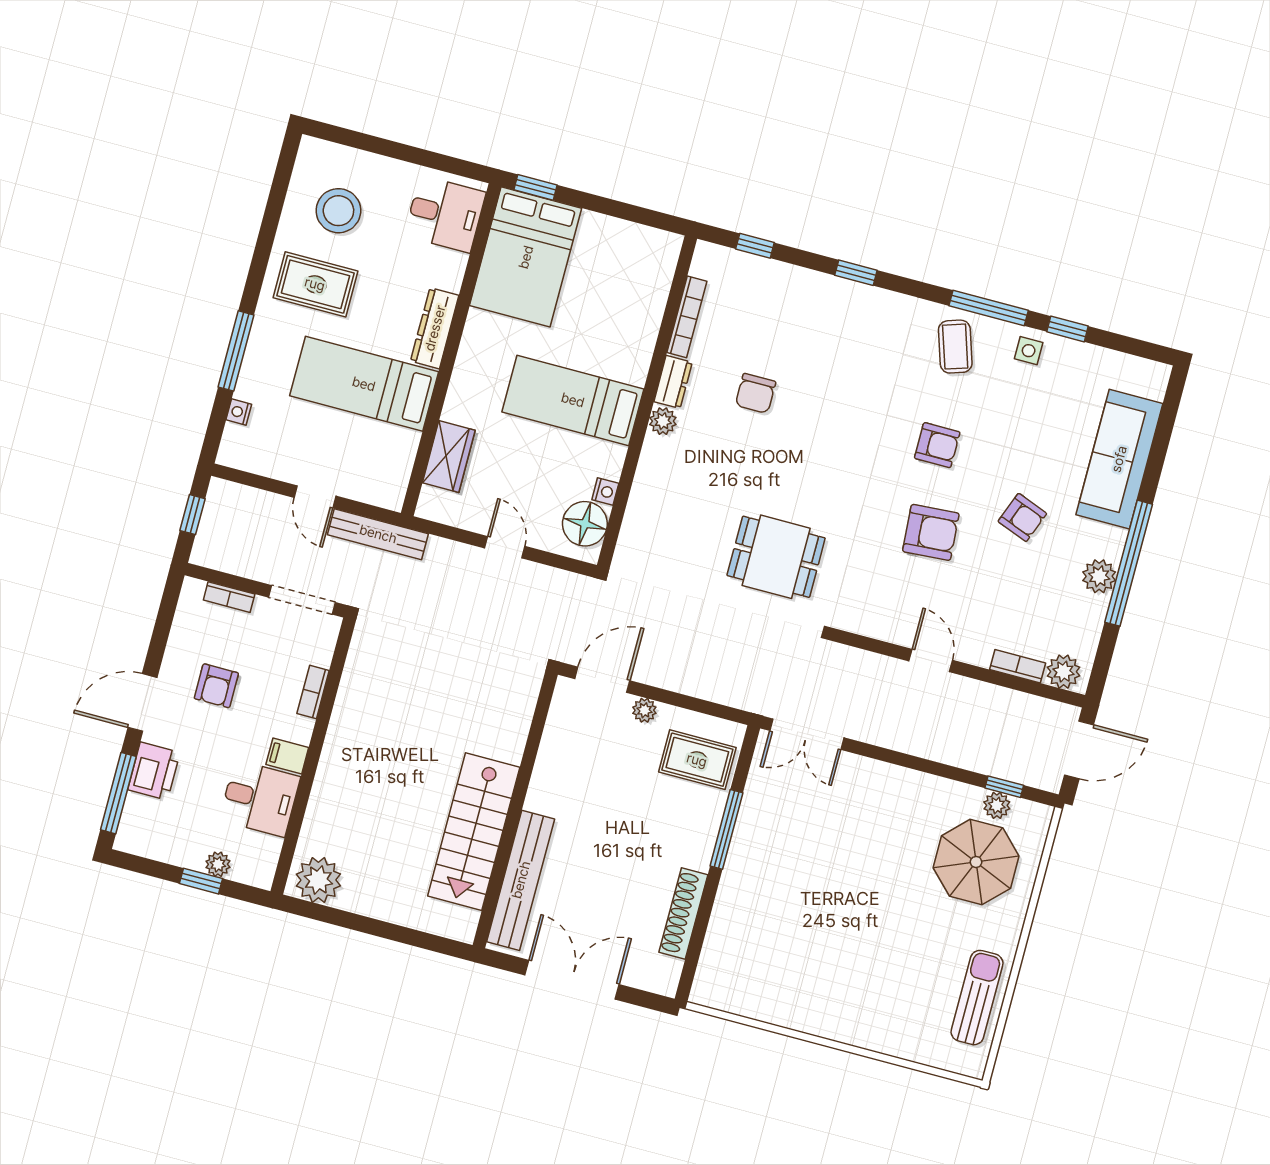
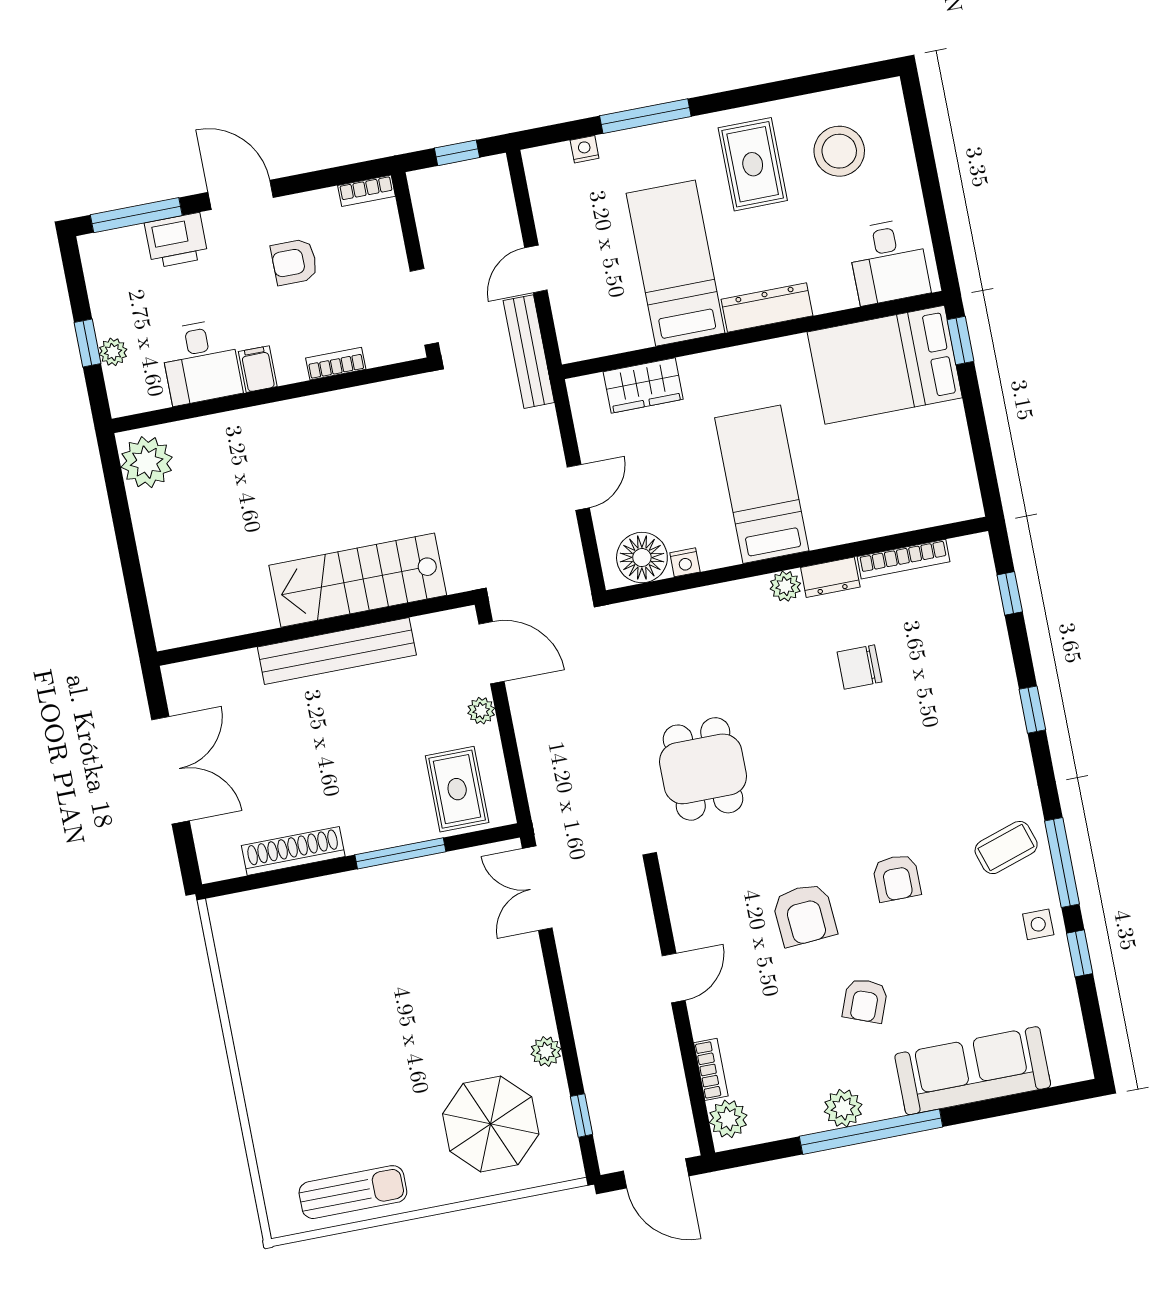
bookcase: (229, 597) -> (366, 191), moved, turned -90
plant: (997, 805) -> (546, 1051), moved
stairs: (474, 832) -> (358, 580), moved
bench: (521, 880) -> (337, 651), moved

